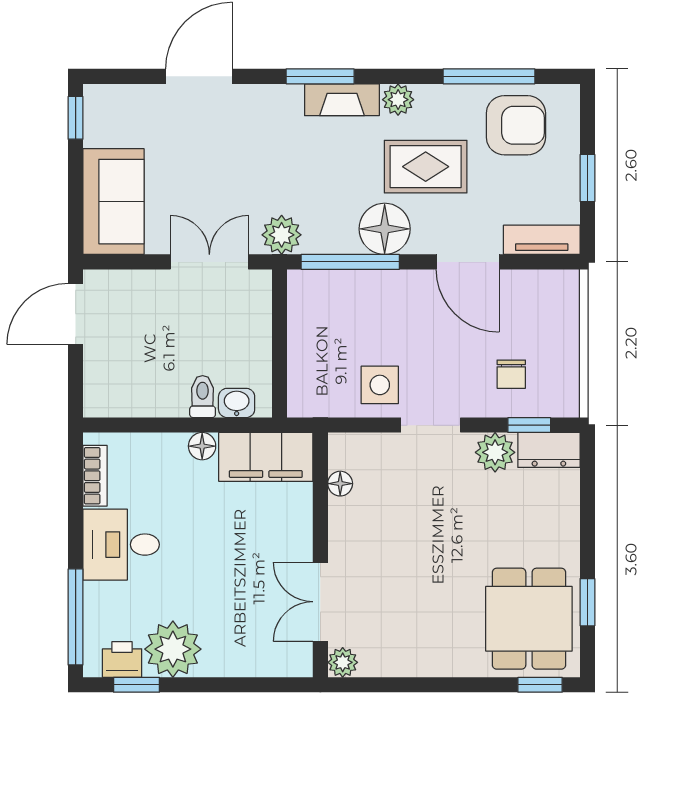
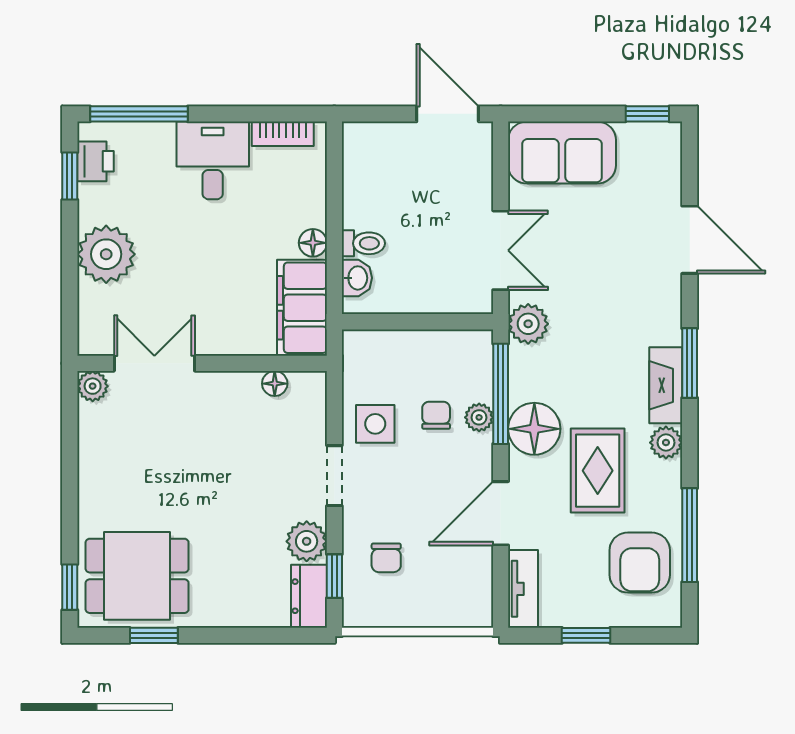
plant: (373, 283) -> (479, 417), added
chair: (371, 325) -> (436, 415), added
chair: (511, 374) -> (386, 558), turned -90
plant: (173, 649) -> (106, 254), moved

